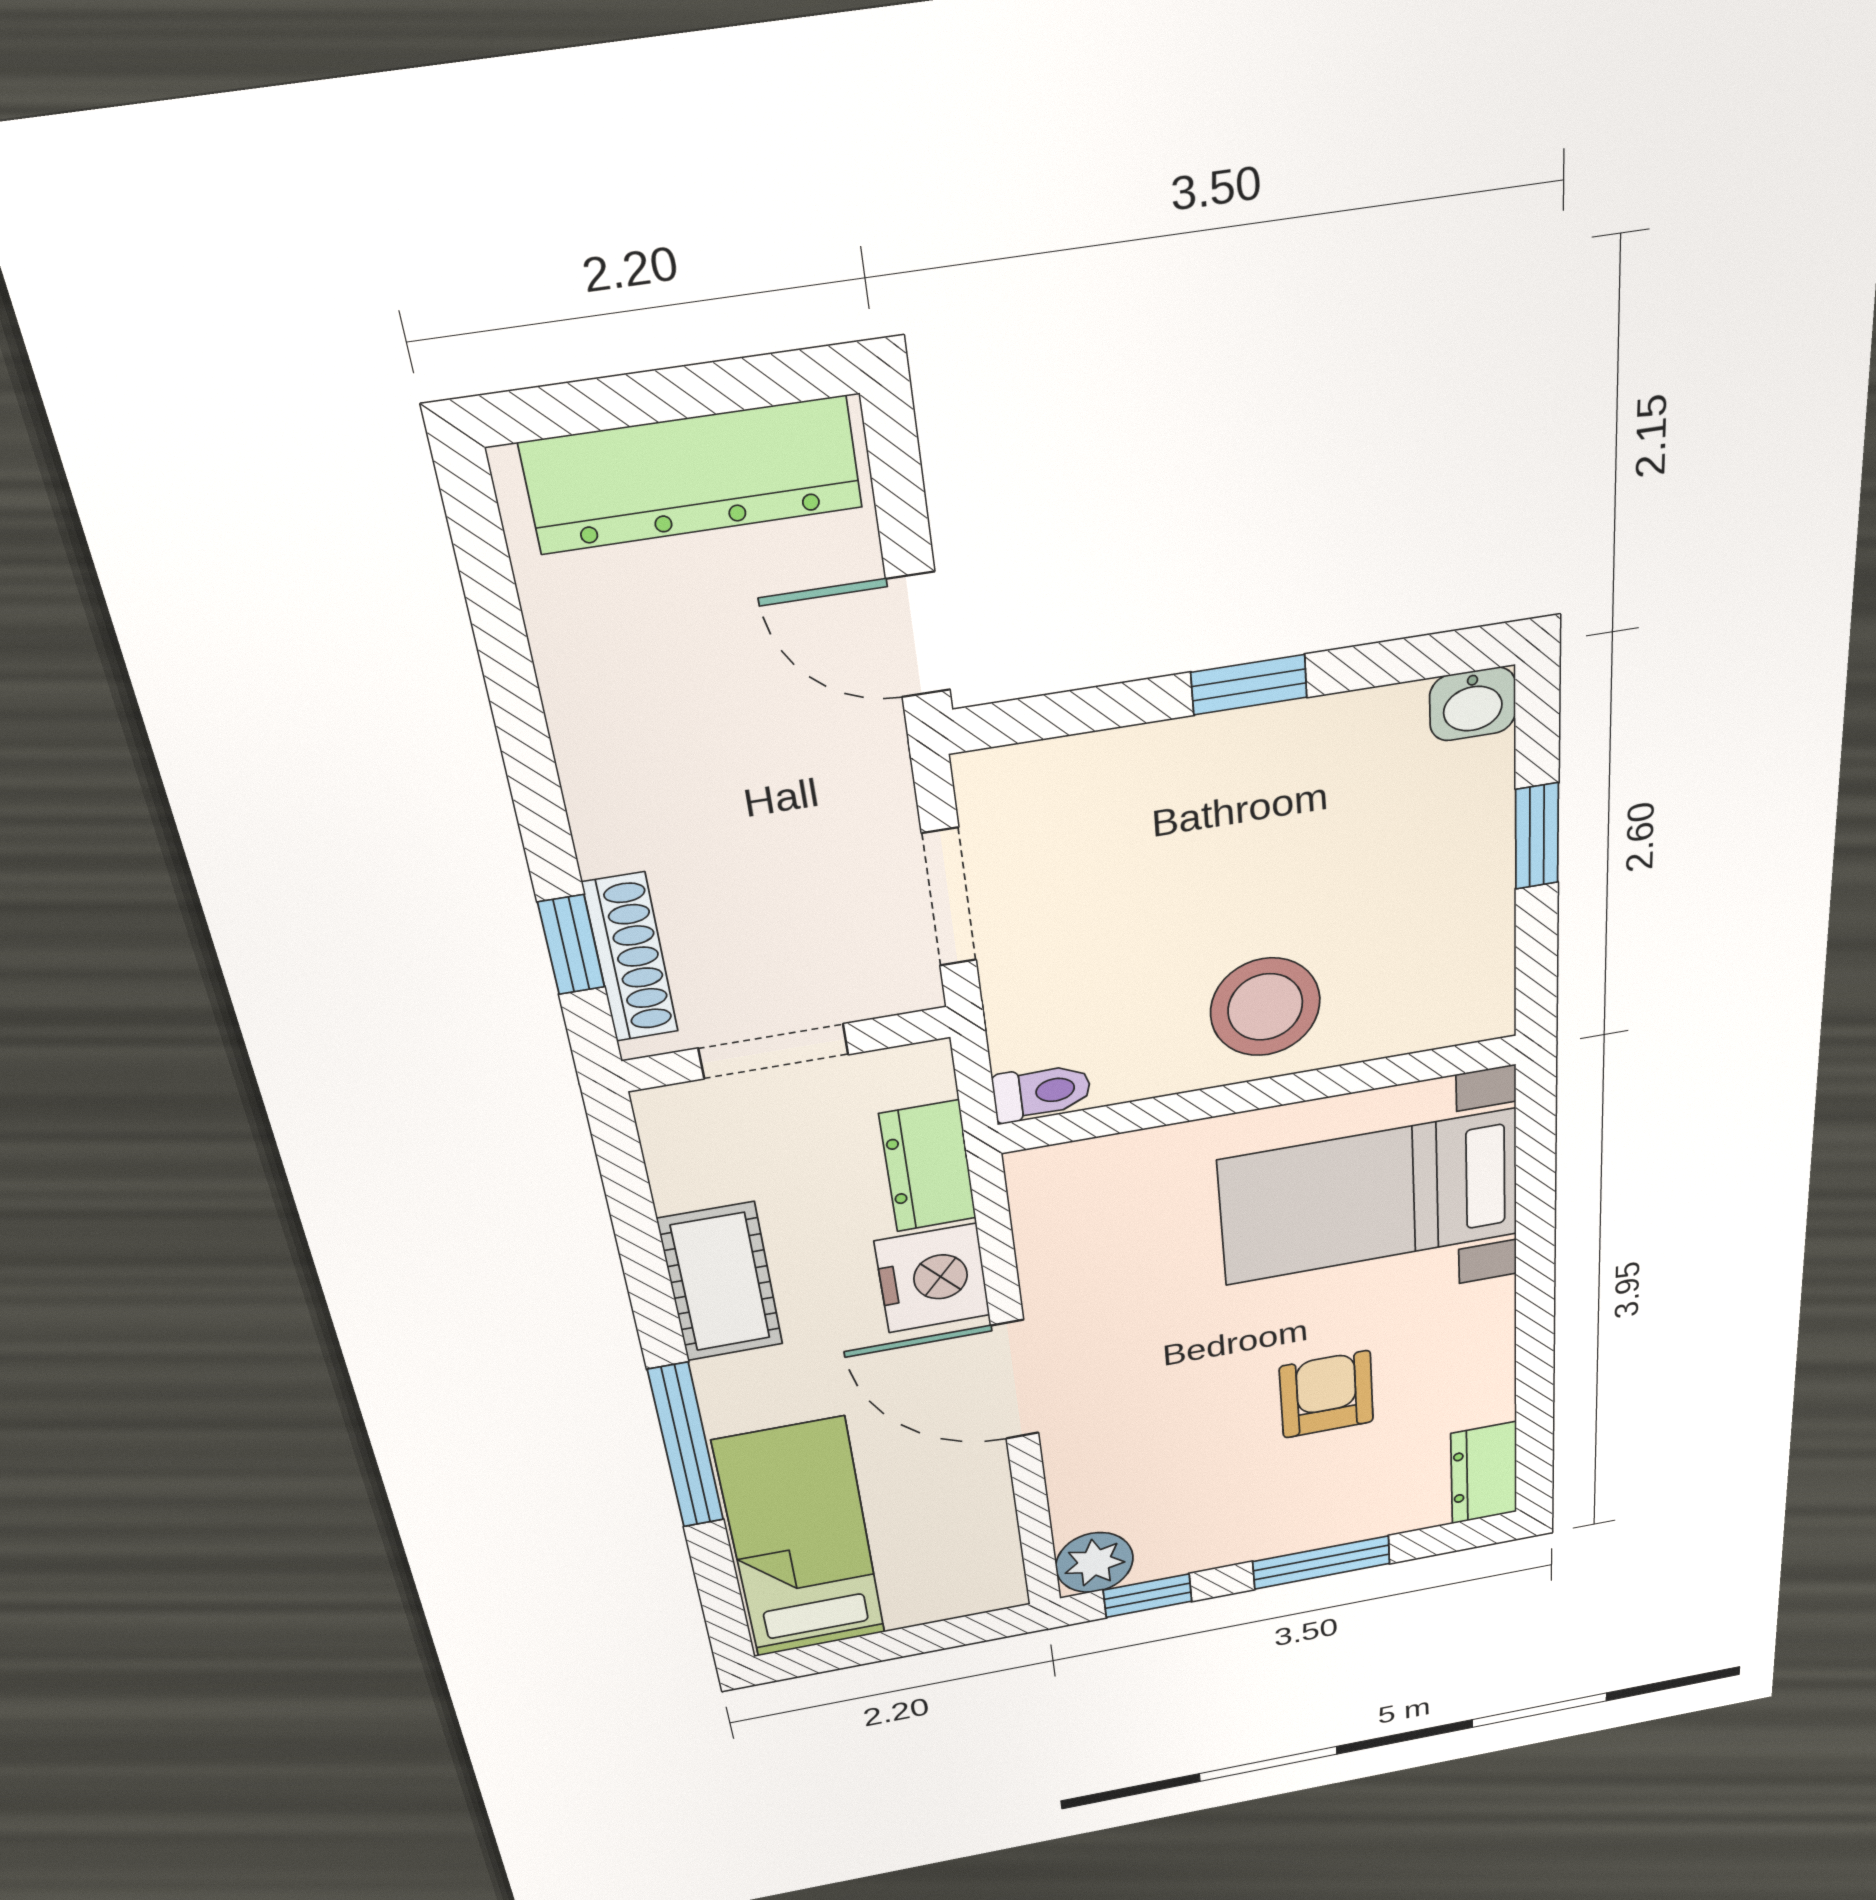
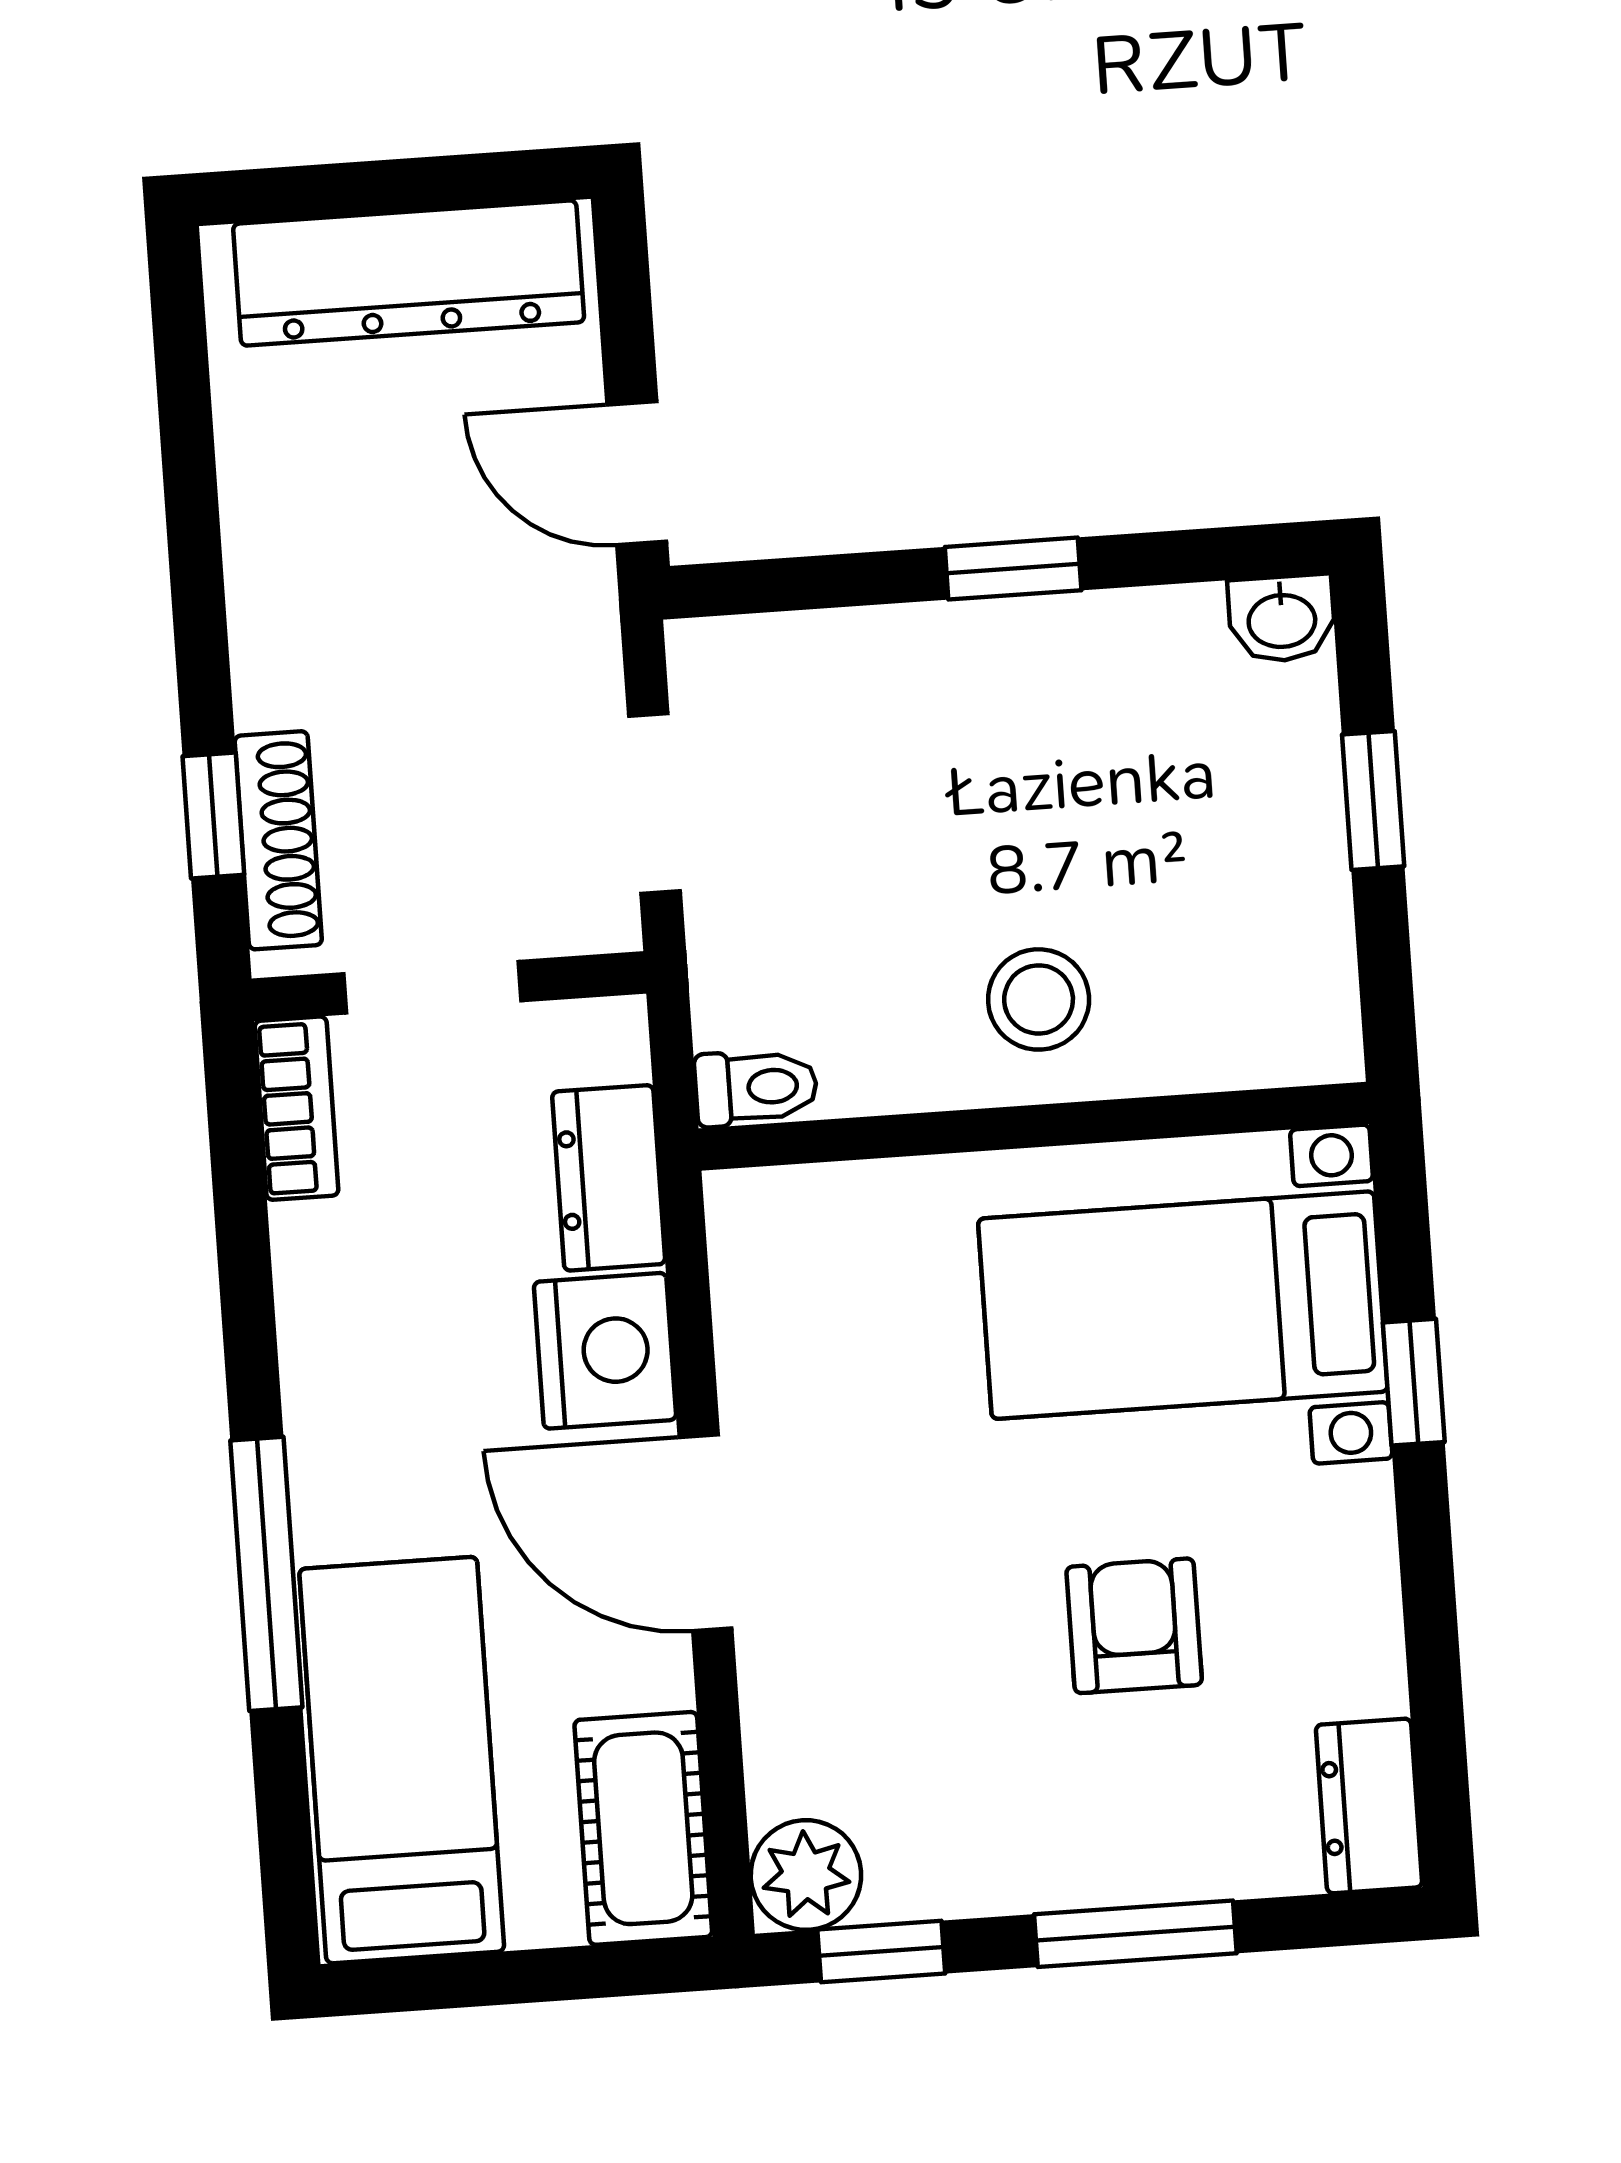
stool: (1265, 1007) -> (1039, 999), width x0.73, depth x0.73
bookcase: (671, 1148) -> (297, 1108), added
window: (1535, 1225) -> (1414, 1382), added
cot: (721, 1282) -> (643, 1828), moved

